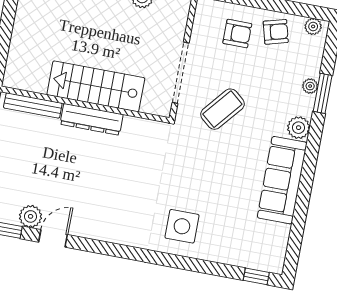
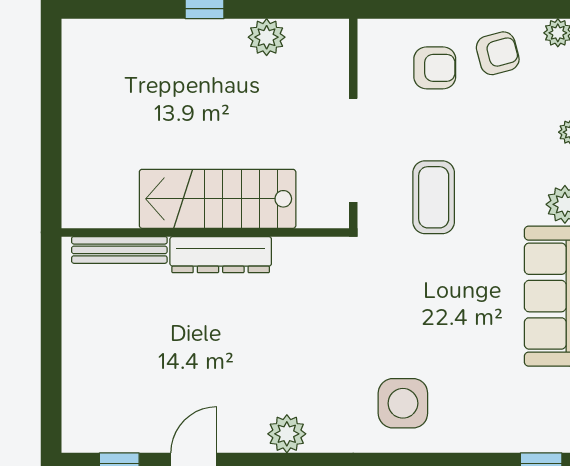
coffee table: (222, 109) -> (434, 197), turned -40
plant: (31, 216) -> (287, 434), moved

